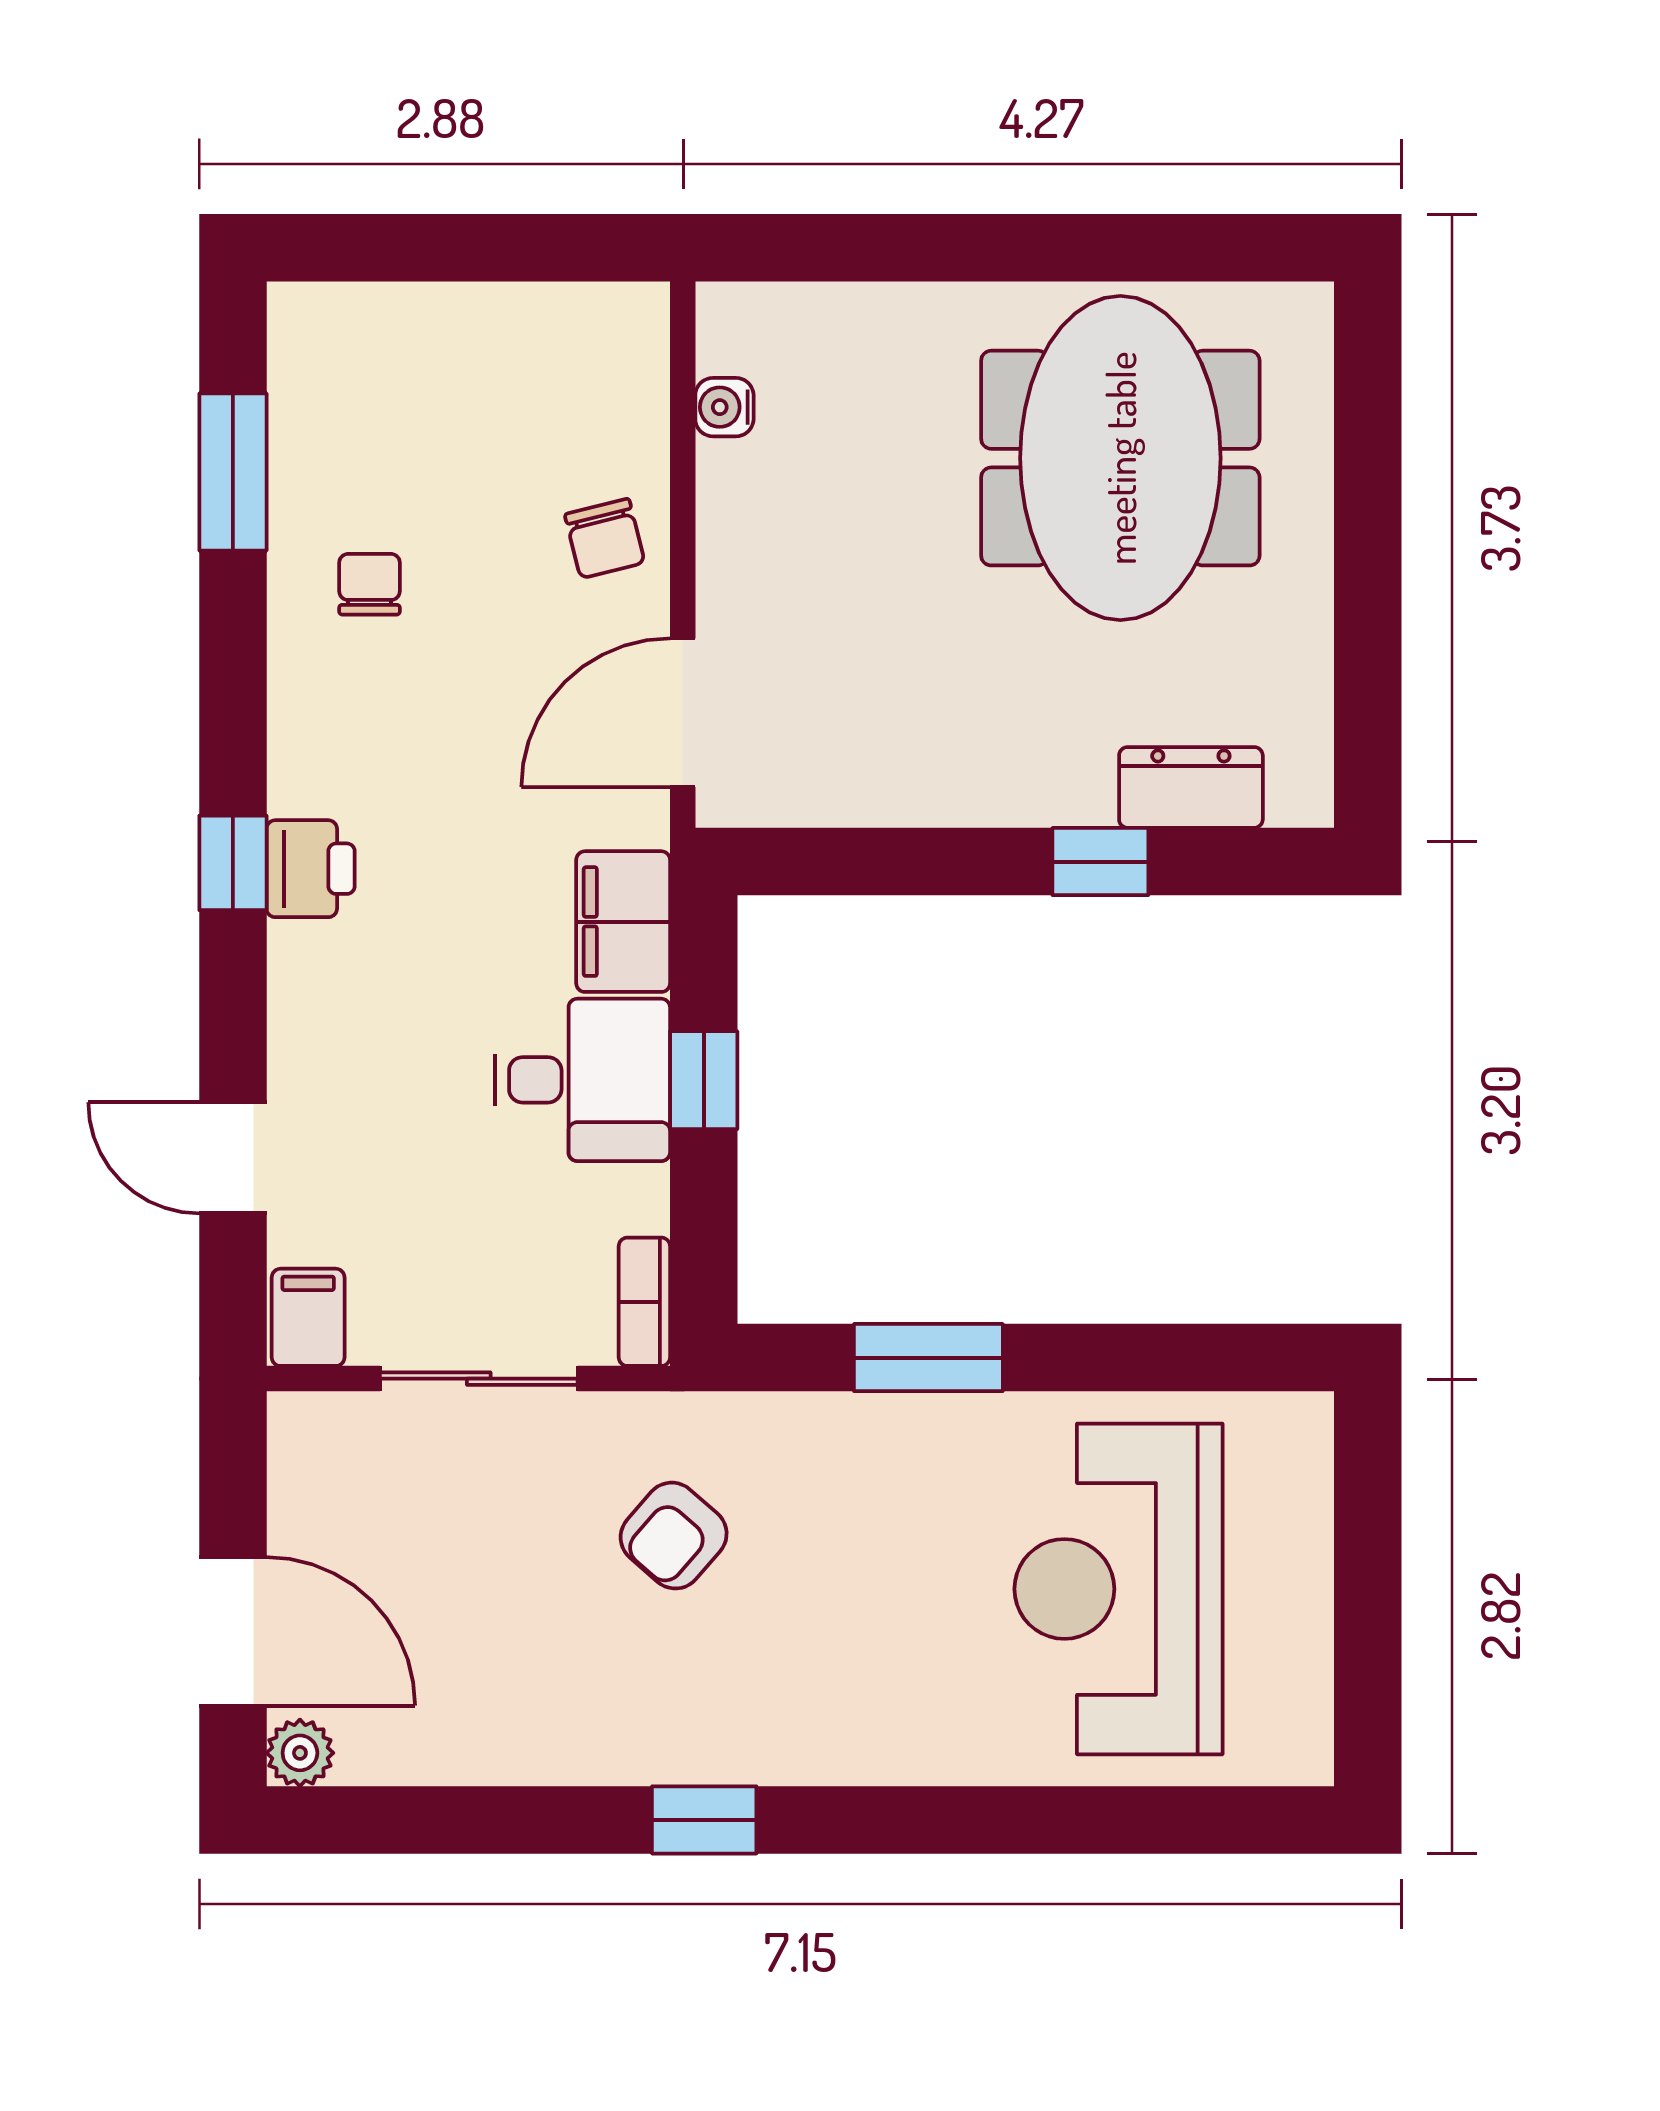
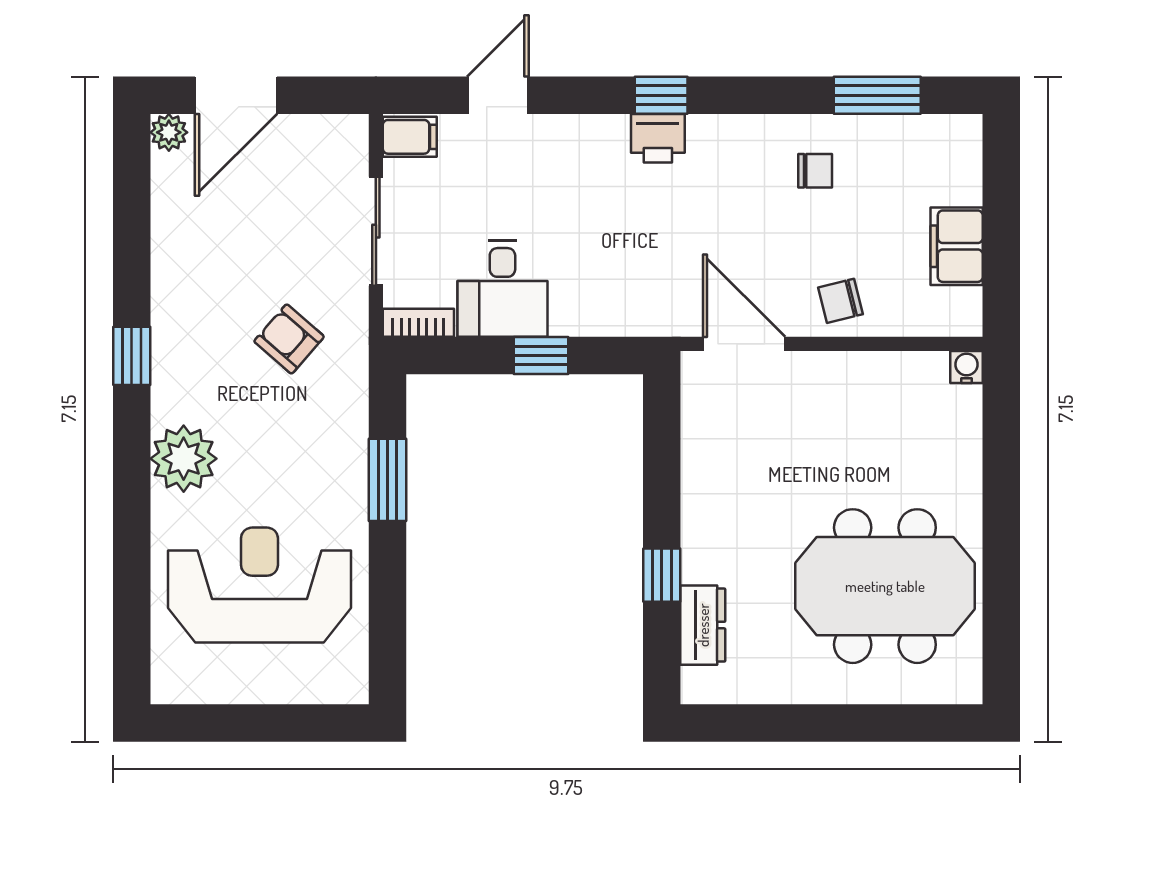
water cooler: (724, 407) -> (967, 367), moved
filing cabinet: (623, 922) -> (957, 246), moved, turned -90
desk: (583, 1080) -> (502, 289), moved
plant: (890, 1726) -> (184, 459), added

